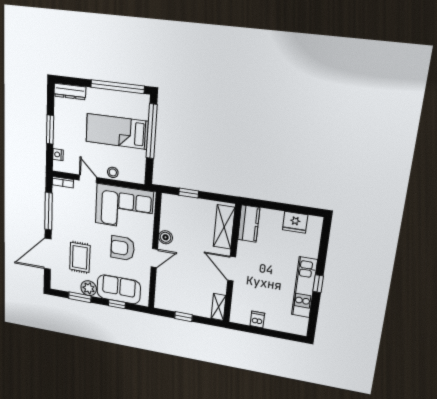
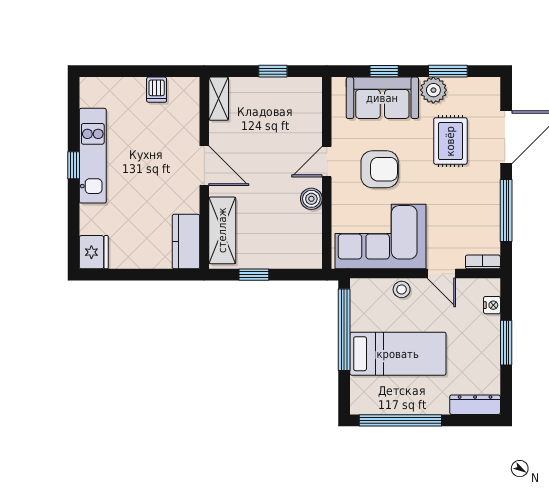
window: (152, 131) -> (344, 330), moved
window: (189, 193) -> (254, 275), moved
fridge: (295, 222) -> (94, 252), moved, turned 90

